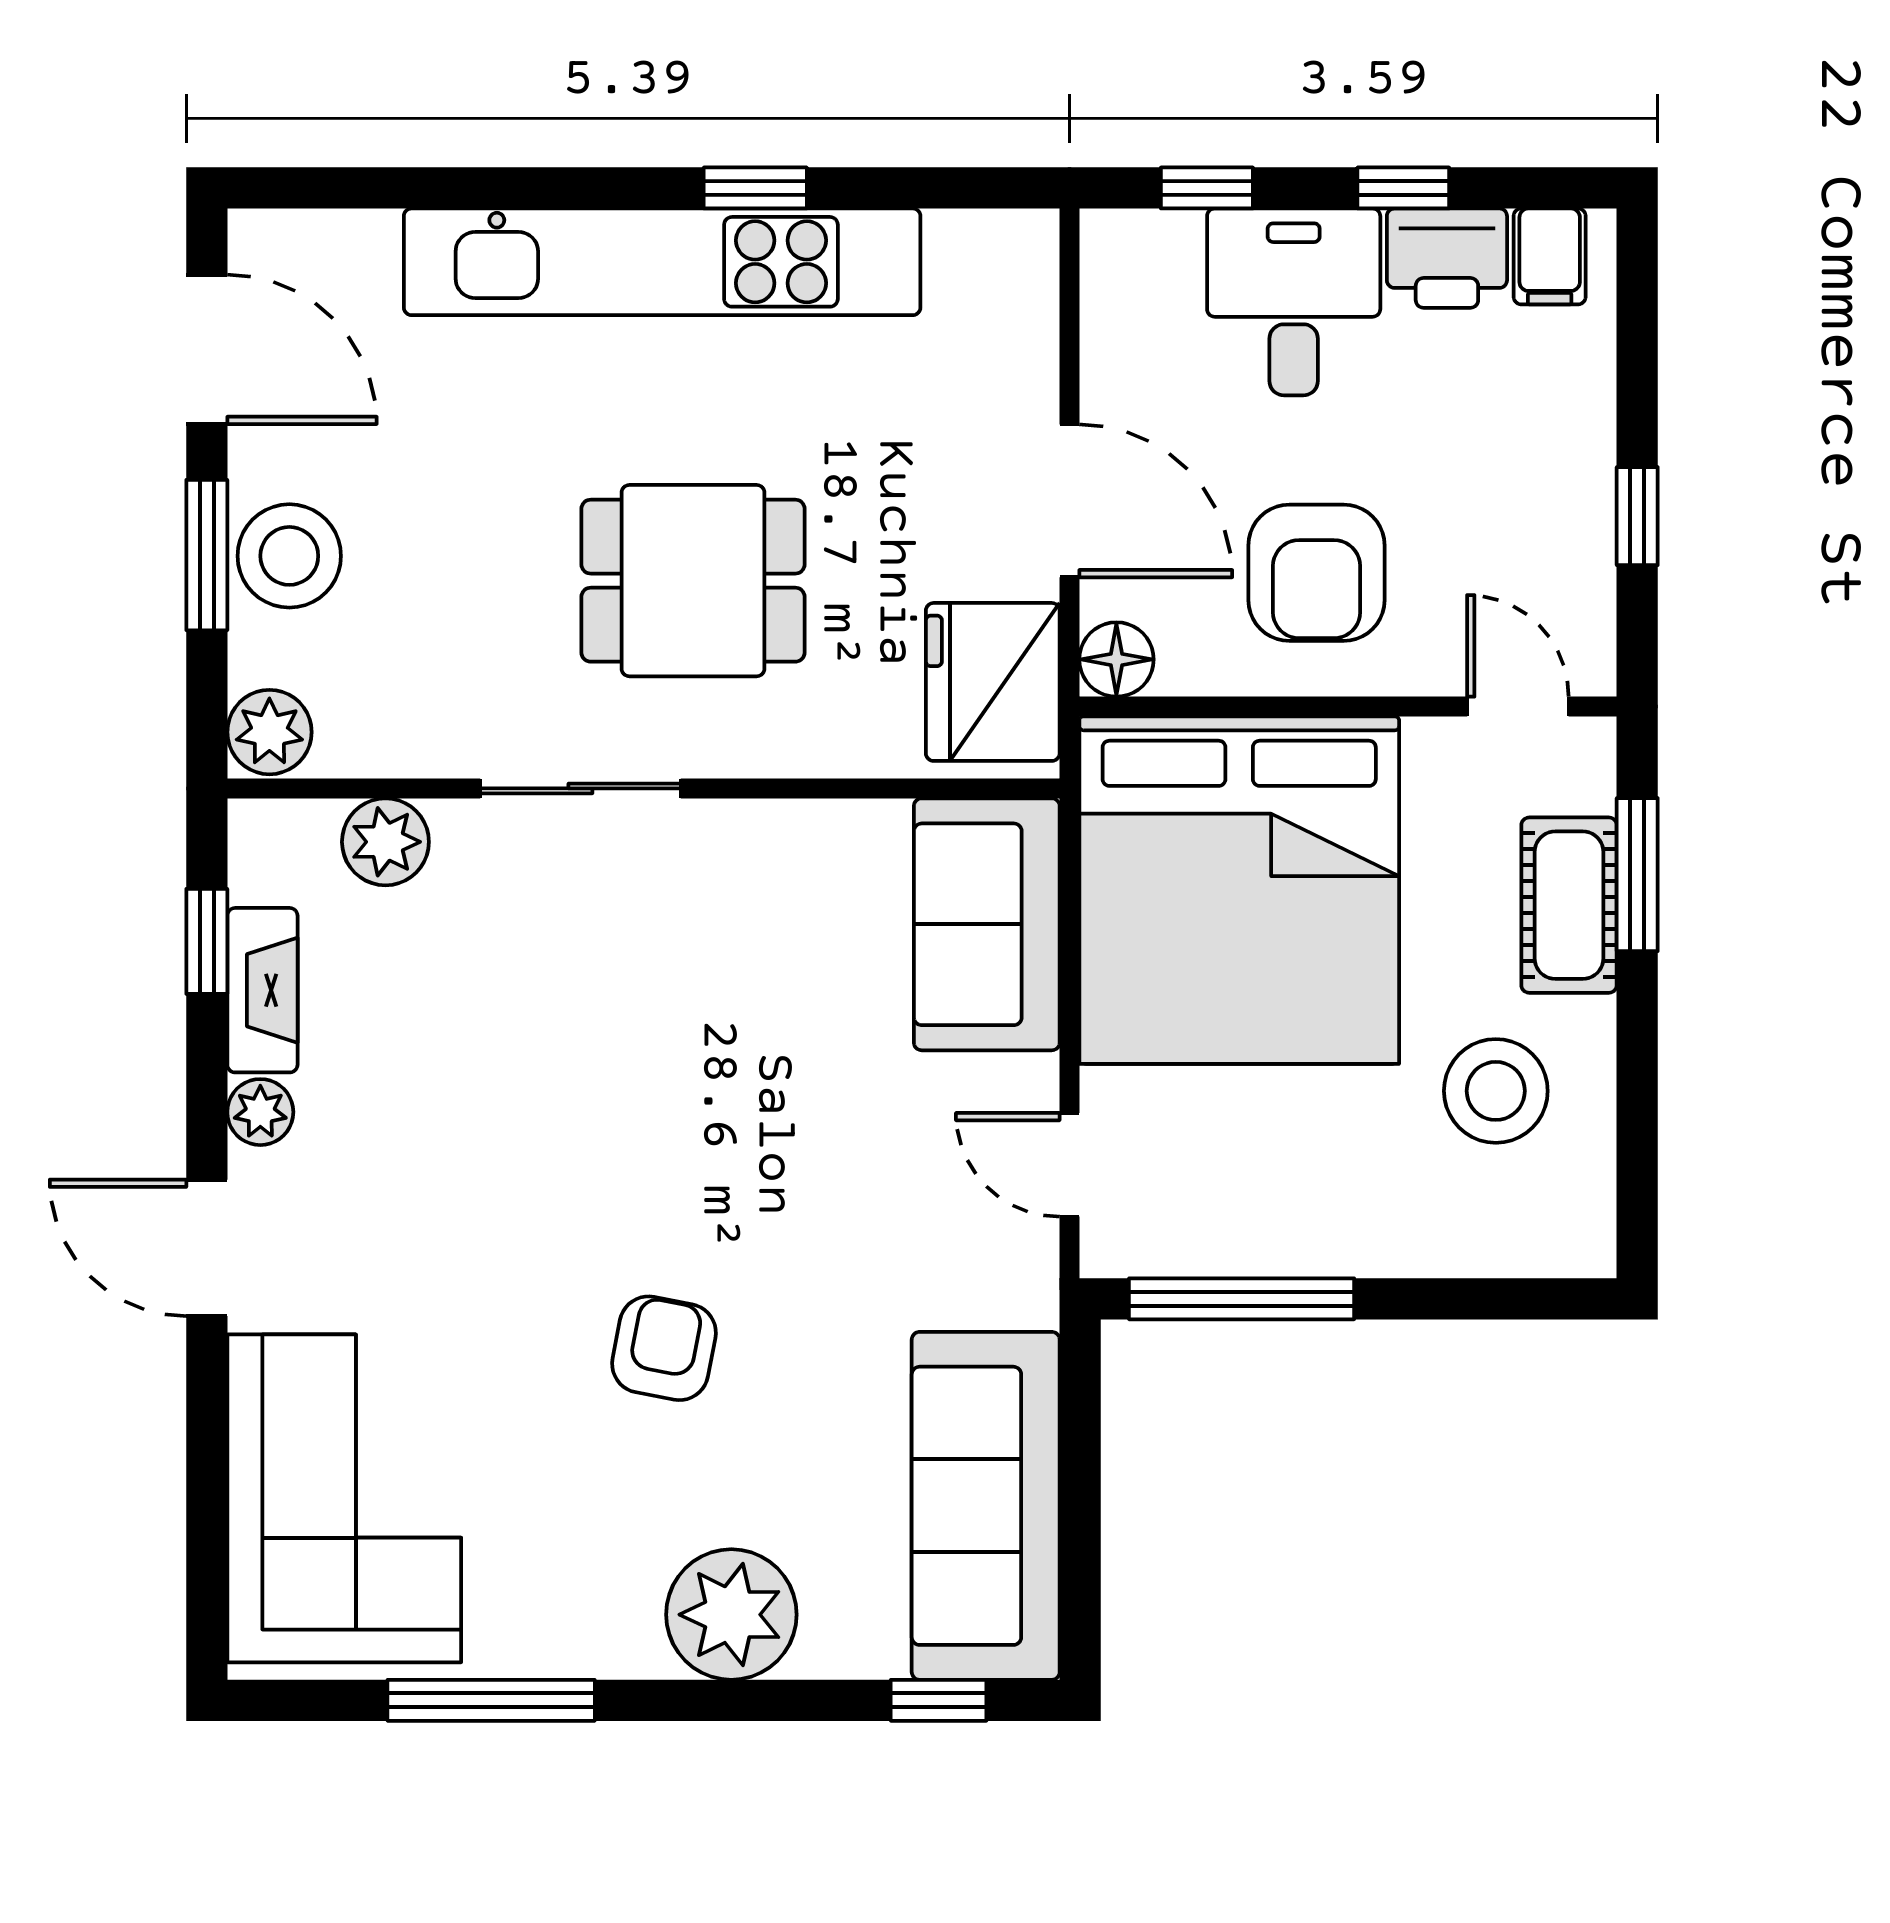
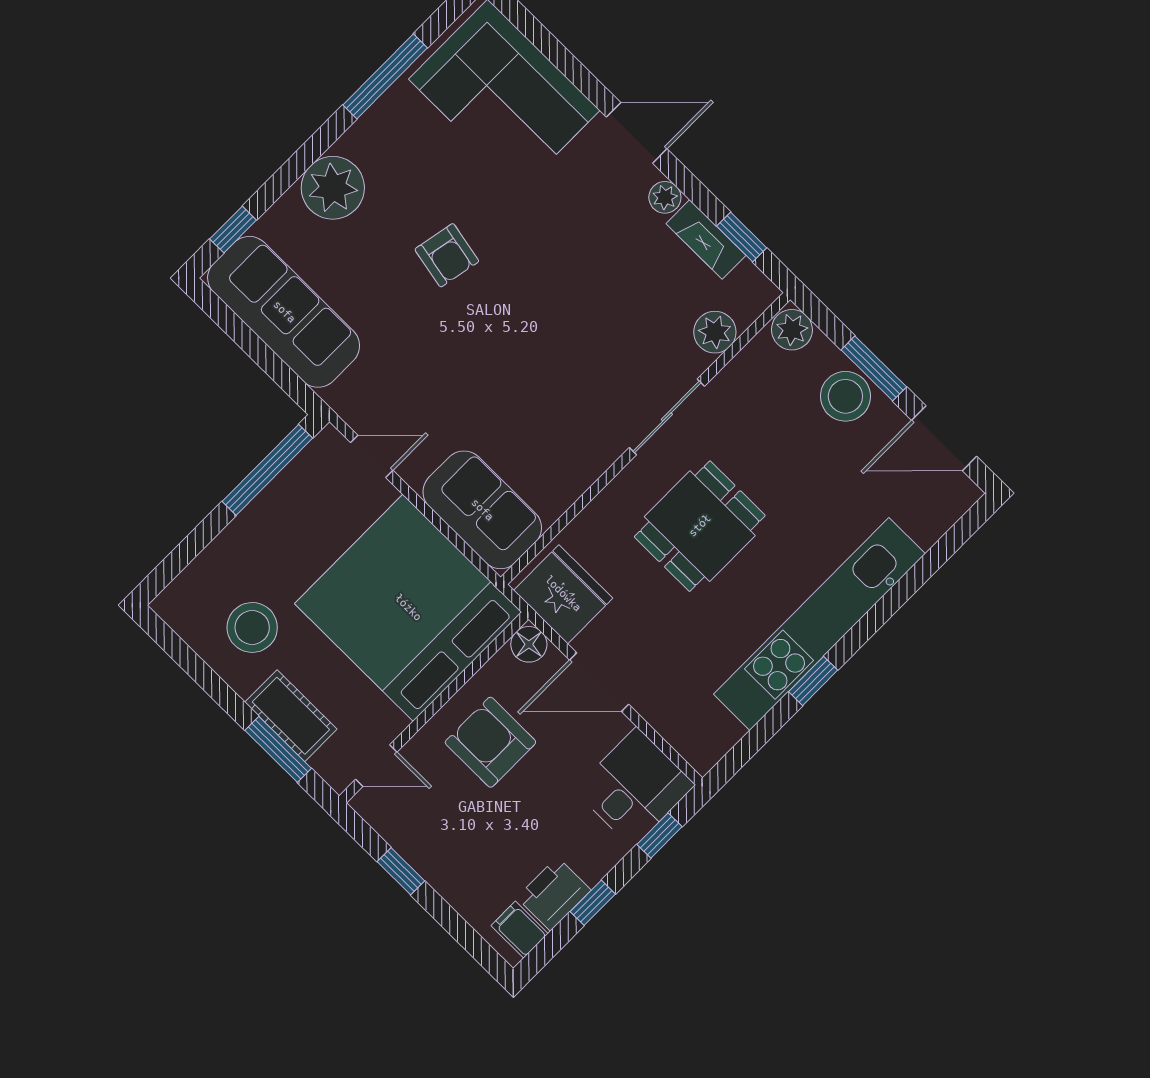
desk: (1294, 302) -> (634, 787), moved, turned -90

